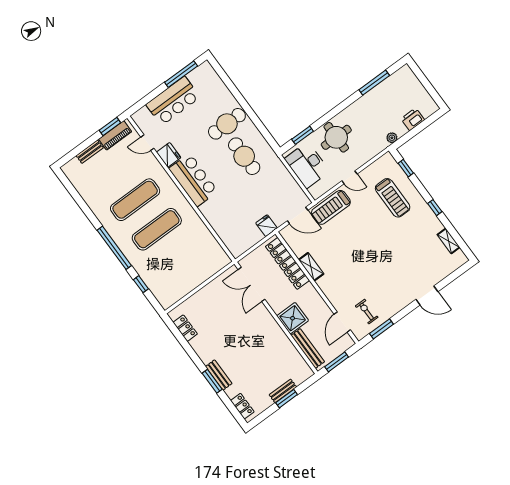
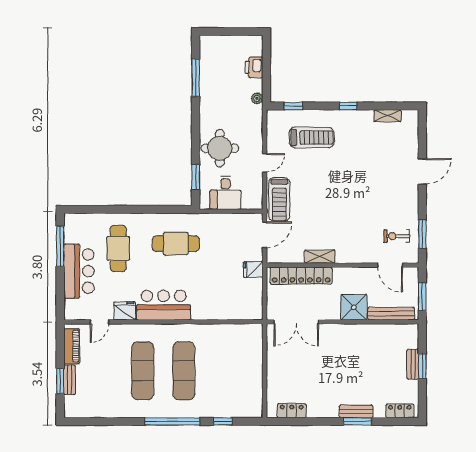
cafe table: (227, 124) -> (118, 248), moved
window: (110, 127) -> (60, 381), moved
desk: (307, 165) -> (225, 193), width x0.73

